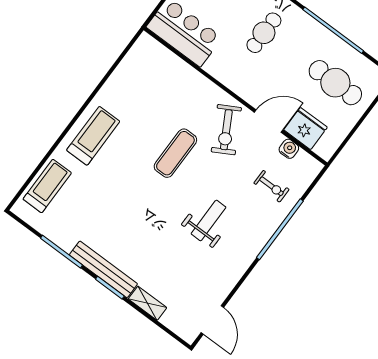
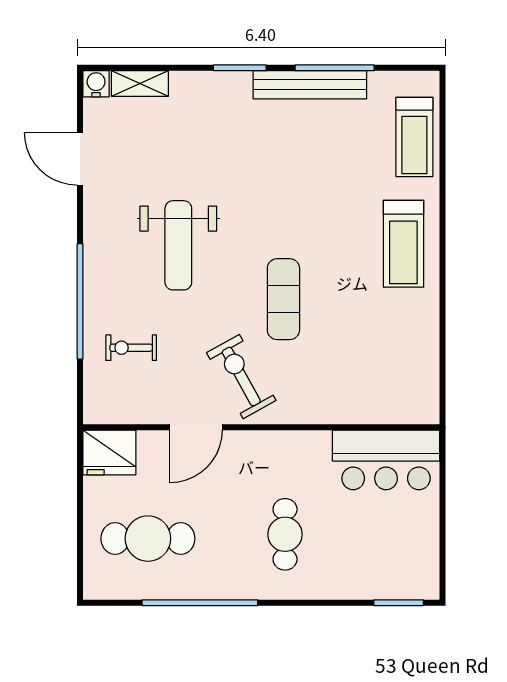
fridge: (305, 129) -> (109, 453), moved
water cooler: (289, 149) -> (96, 84), moved, turned 180
weight bench: (209, 220) -> (178, 245), width x1.36, depth x1.33
bench: (103, 269) -> (310, 85), moved
shelving: (148, 303) -> (140, 83), moved
door: (212, 320) -> (80, 159), moved

